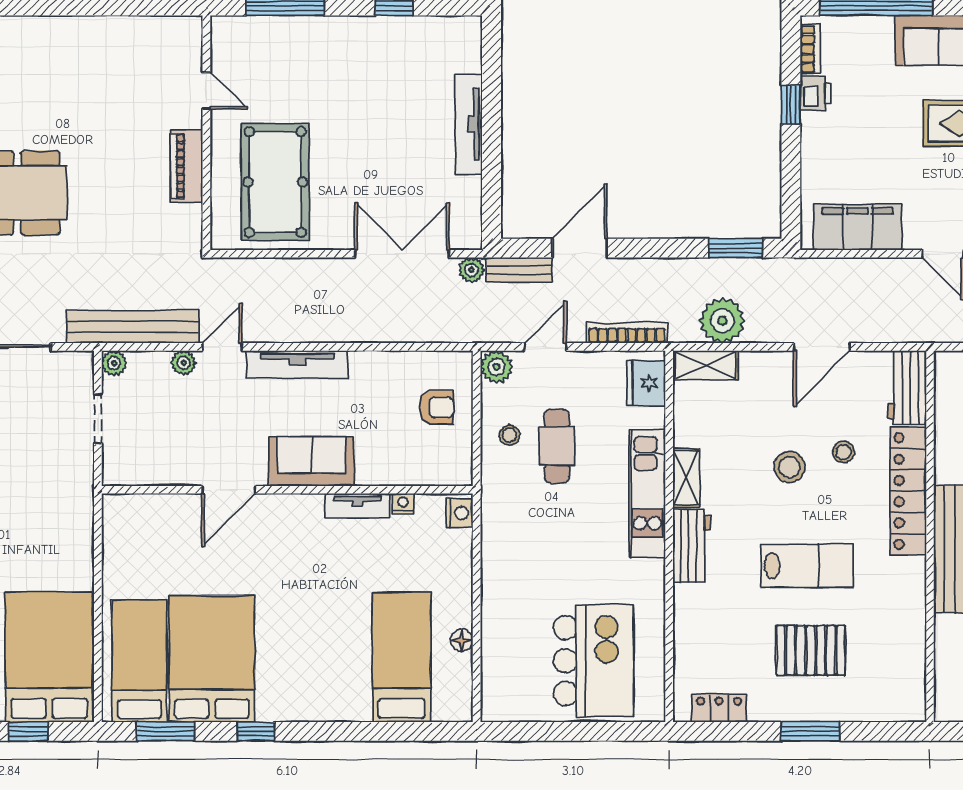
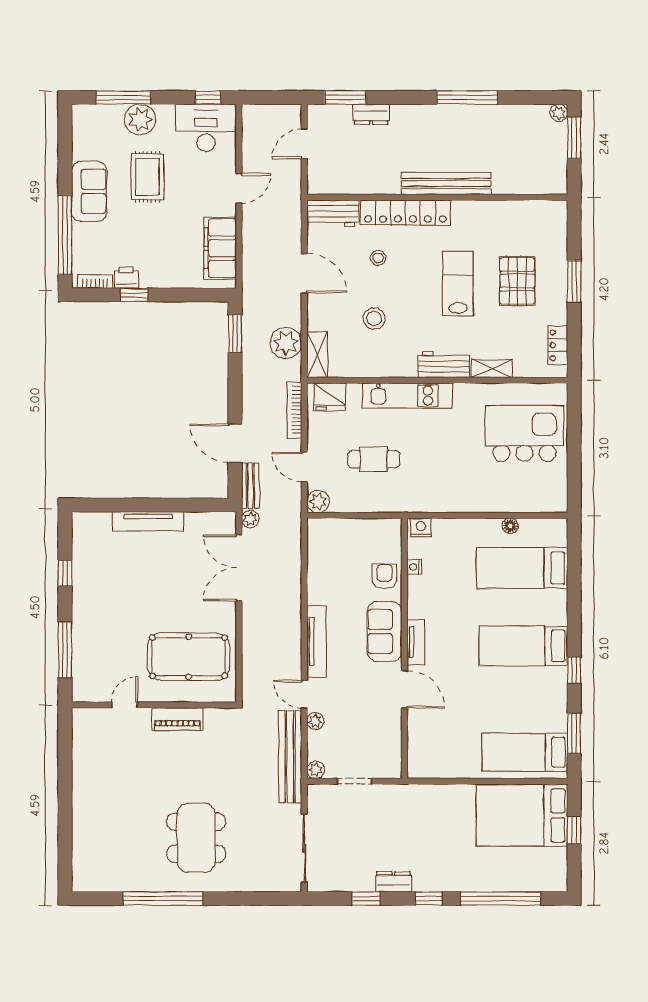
armchair: (436, 407) -> (385, 576), moved
stool: (510, 435) -> (366, 492), removed
stool: (789, 467) -> (374, 318), moved
shelving: (686, 478) -> (492, 368), moved
tv unit: (358, 506) -> (416, 642), moved
bed: (212, 659) -> (523, 646), moved, width x0.67

